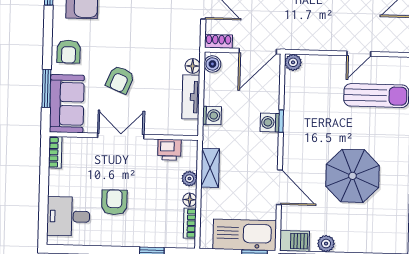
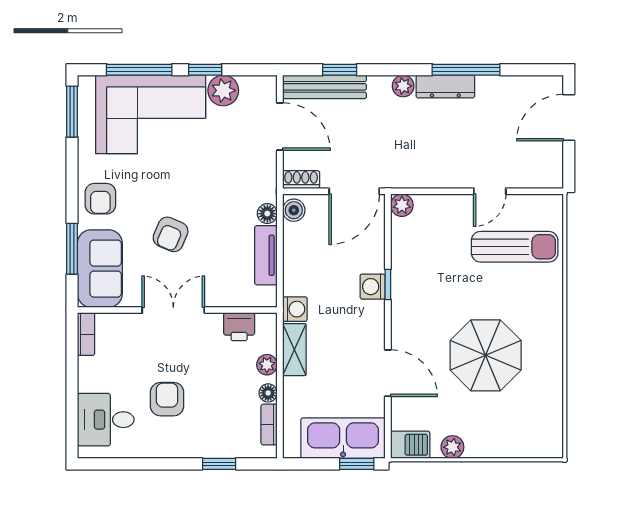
washing machine: (212, 115) -> (295, 309), moved

